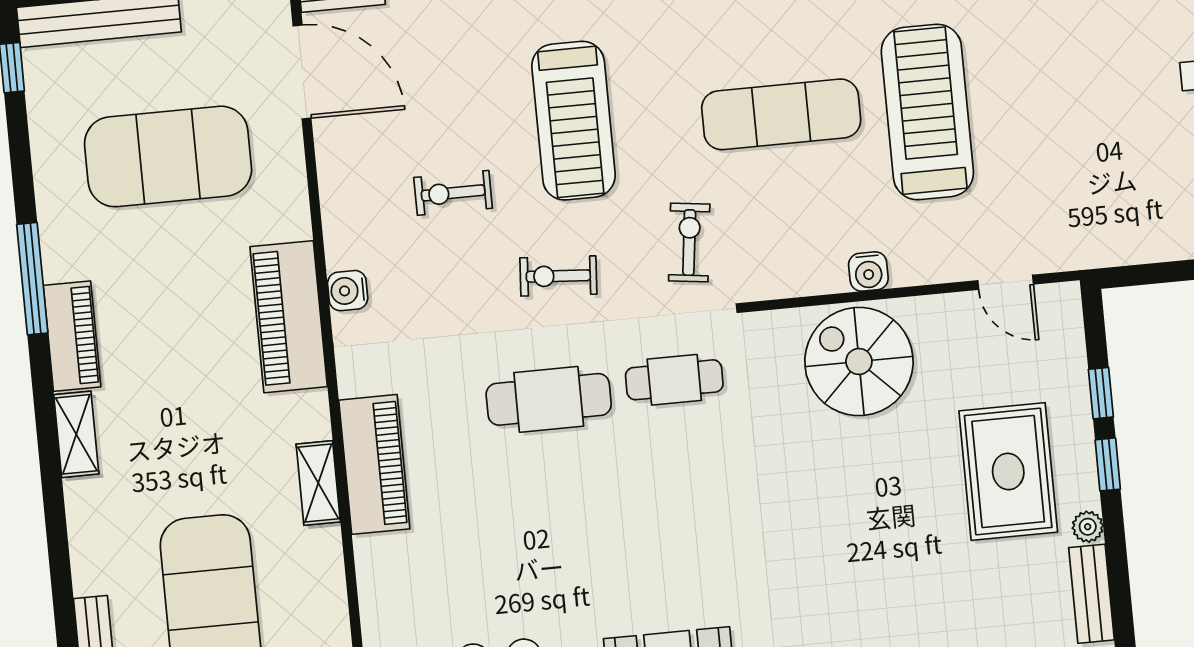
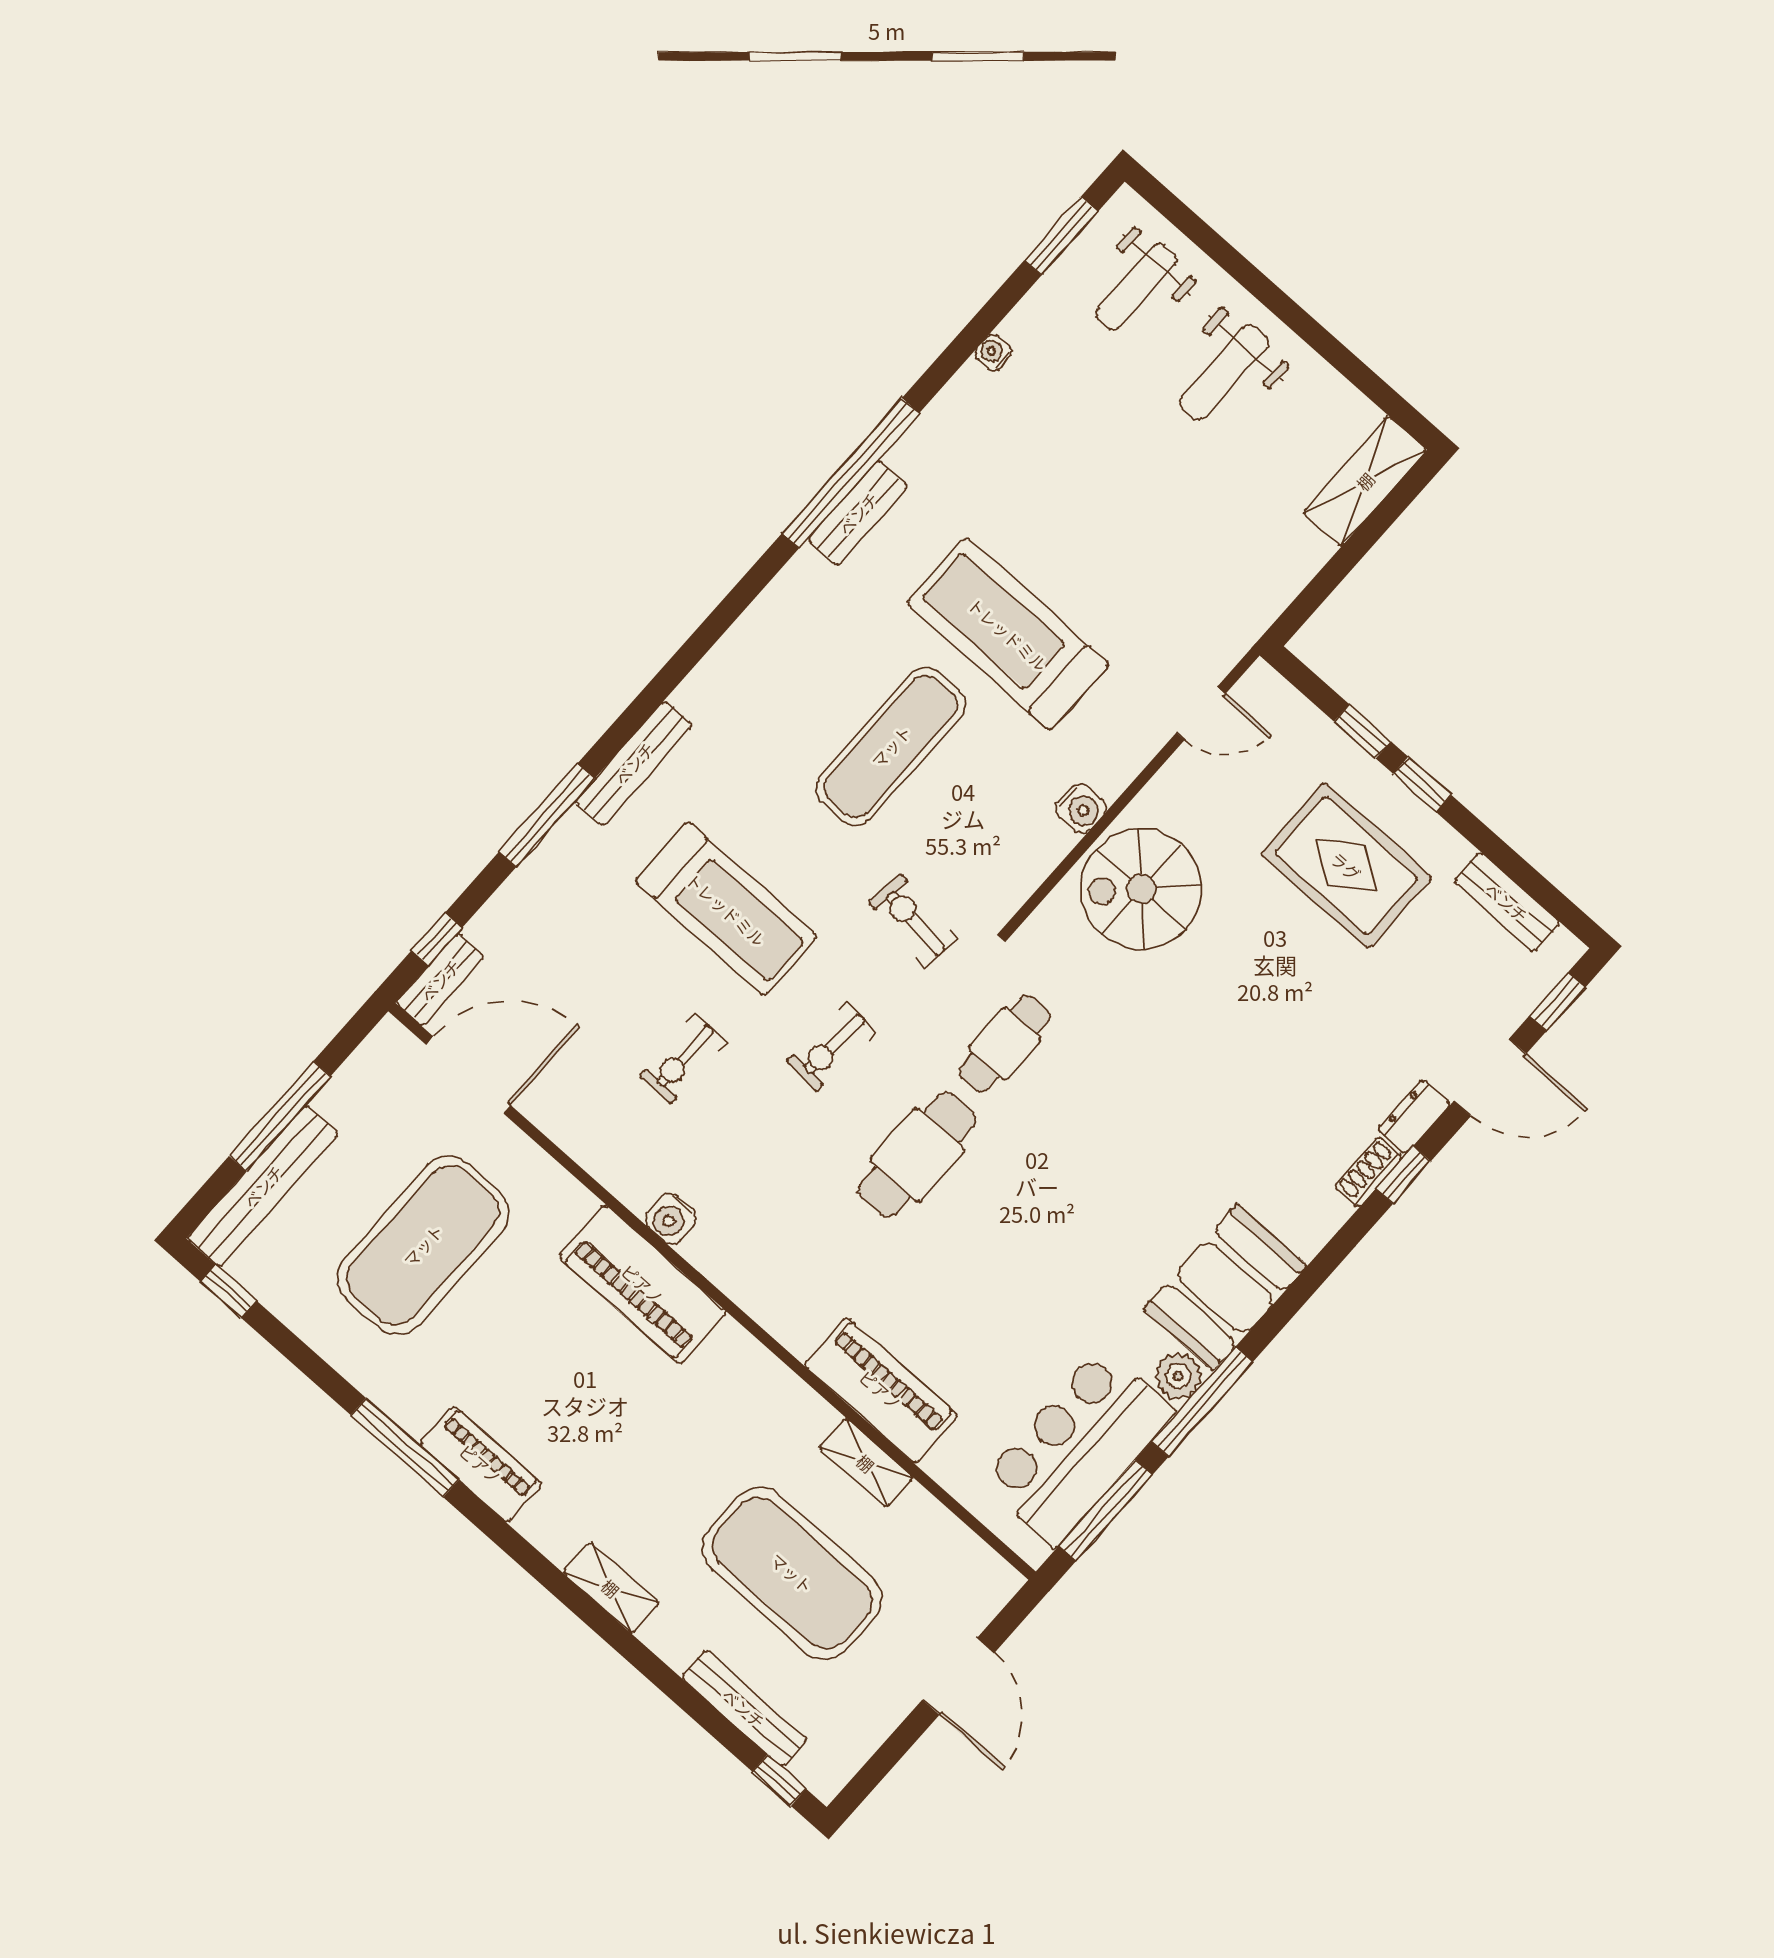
shelving: (76, 434) -> (611, 1588), moved
piano: (374, 464) -> (881, 1390), moved
shelving: (318, 483) -> (866, 1463), moved
plant: (1088, 527) -> (1453, 850), removed

